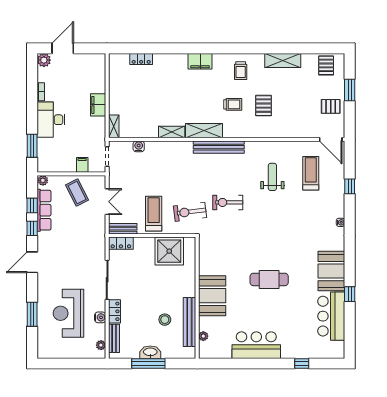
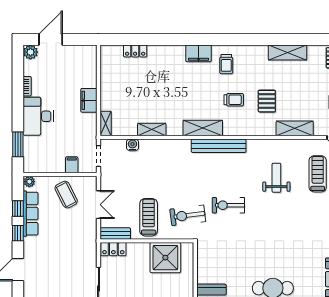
trolley: (241, 71) -> (226, 64), moved
shelving: (289, 131) -> (295, 128), added
shelving: (172, 132) -> (152, 129), moved

